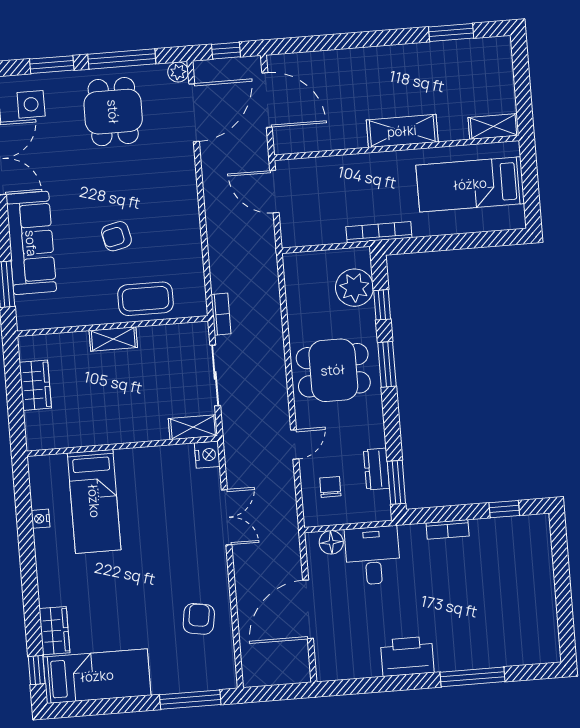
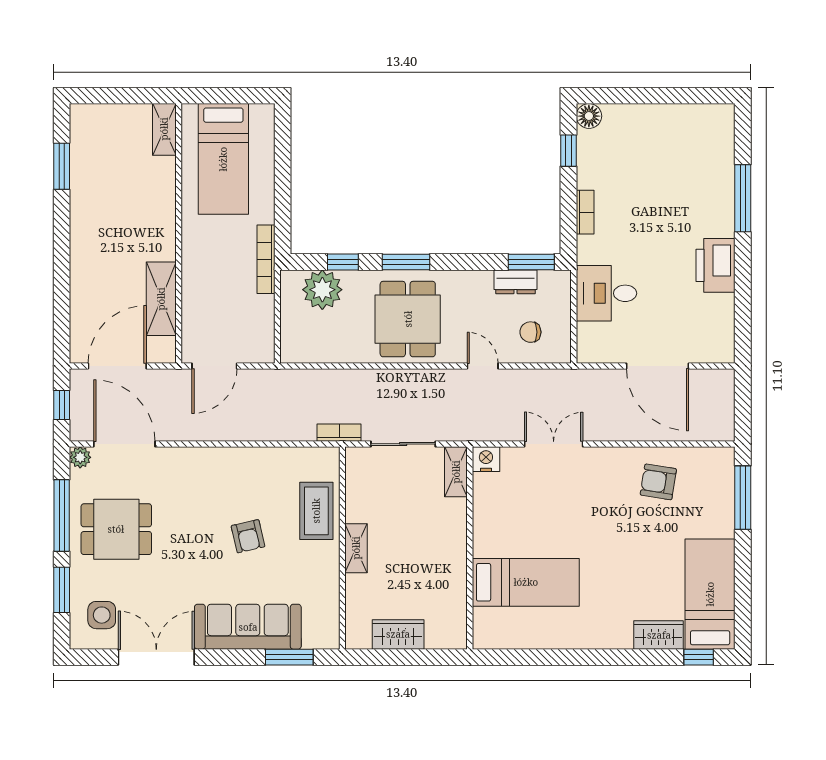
shelving: (402, 131) -> (161, 299), moved
nightstand: (41, 519) -> (539, 640), removed
floor lamp: (331, 542) -> (589, 116), moved

